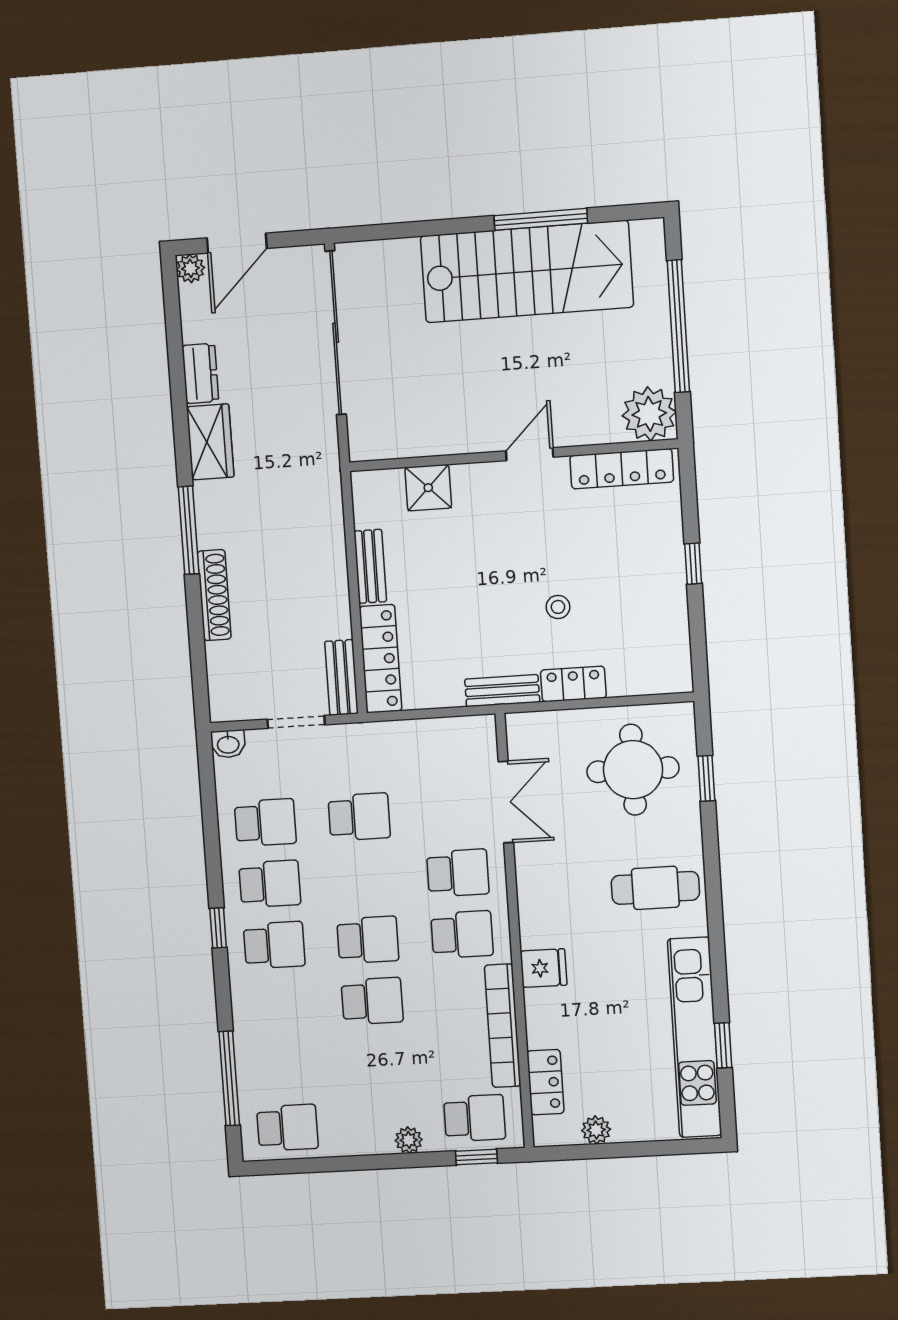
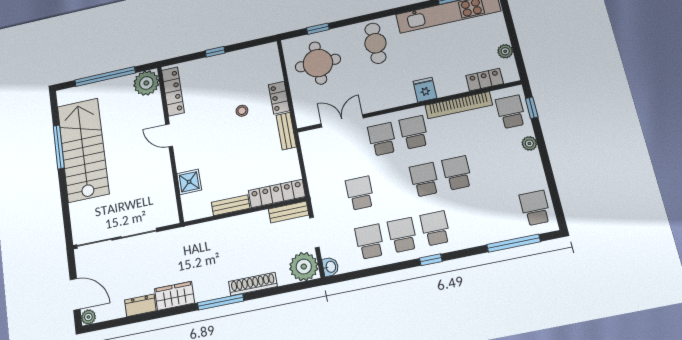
plant: (235, 694) -> (304, 267), added

